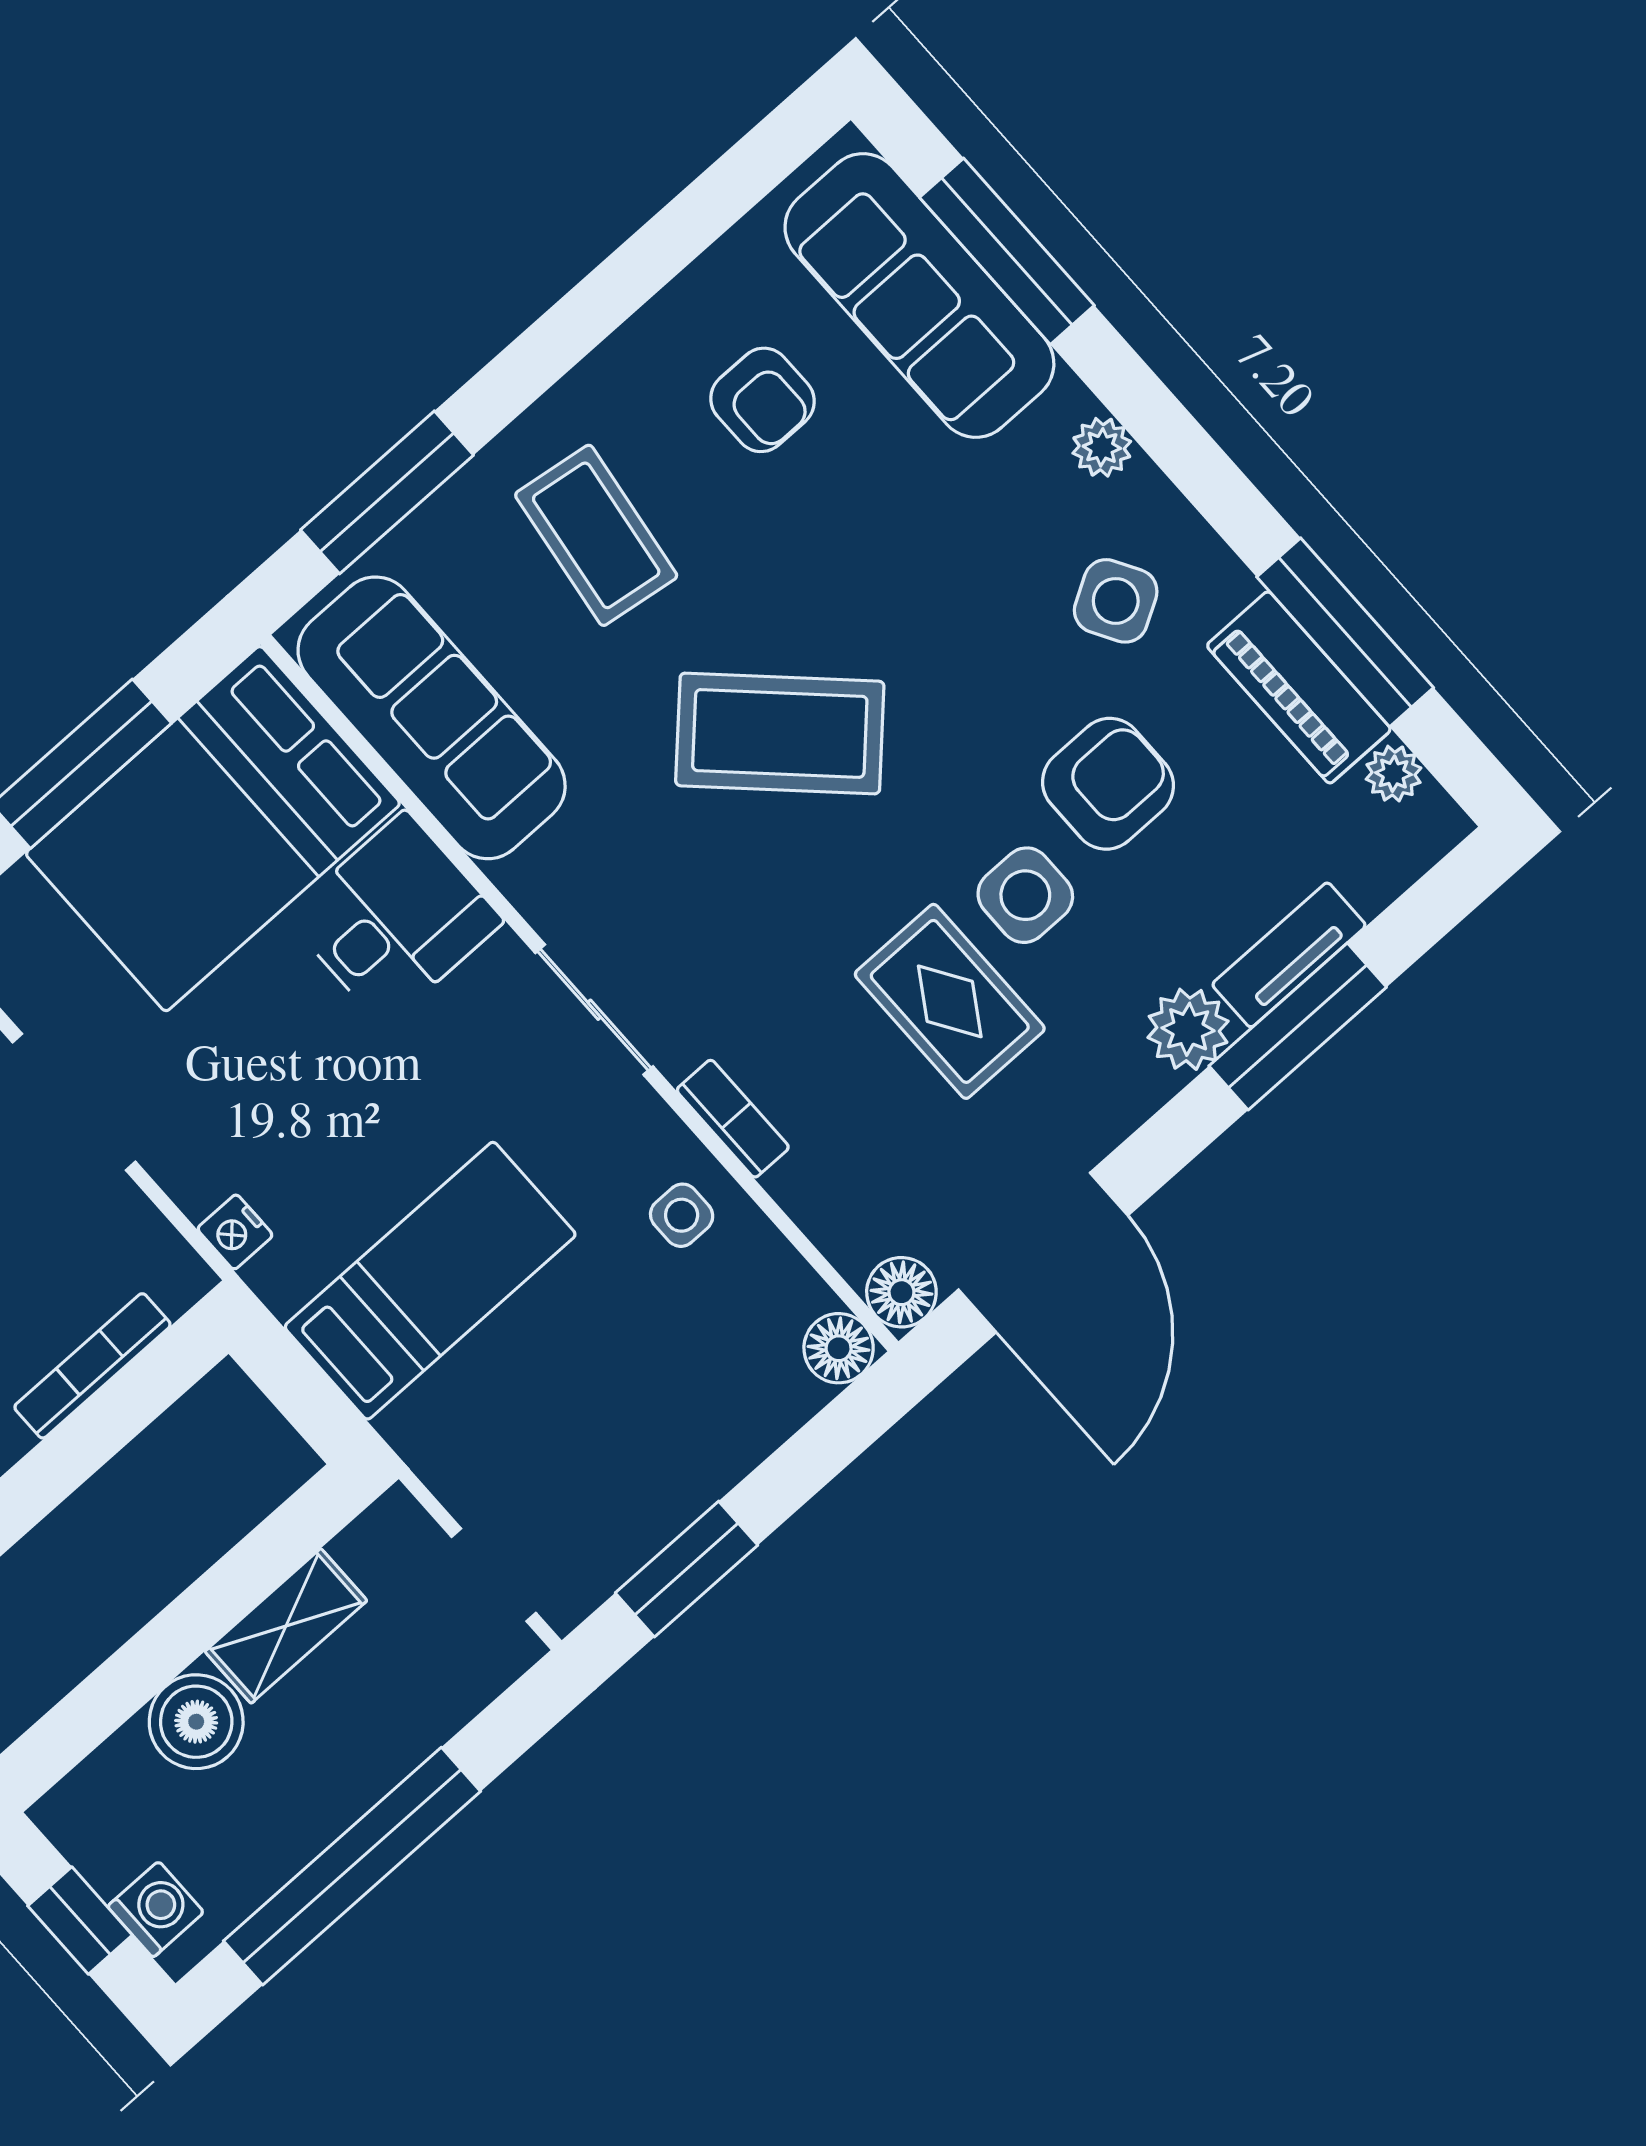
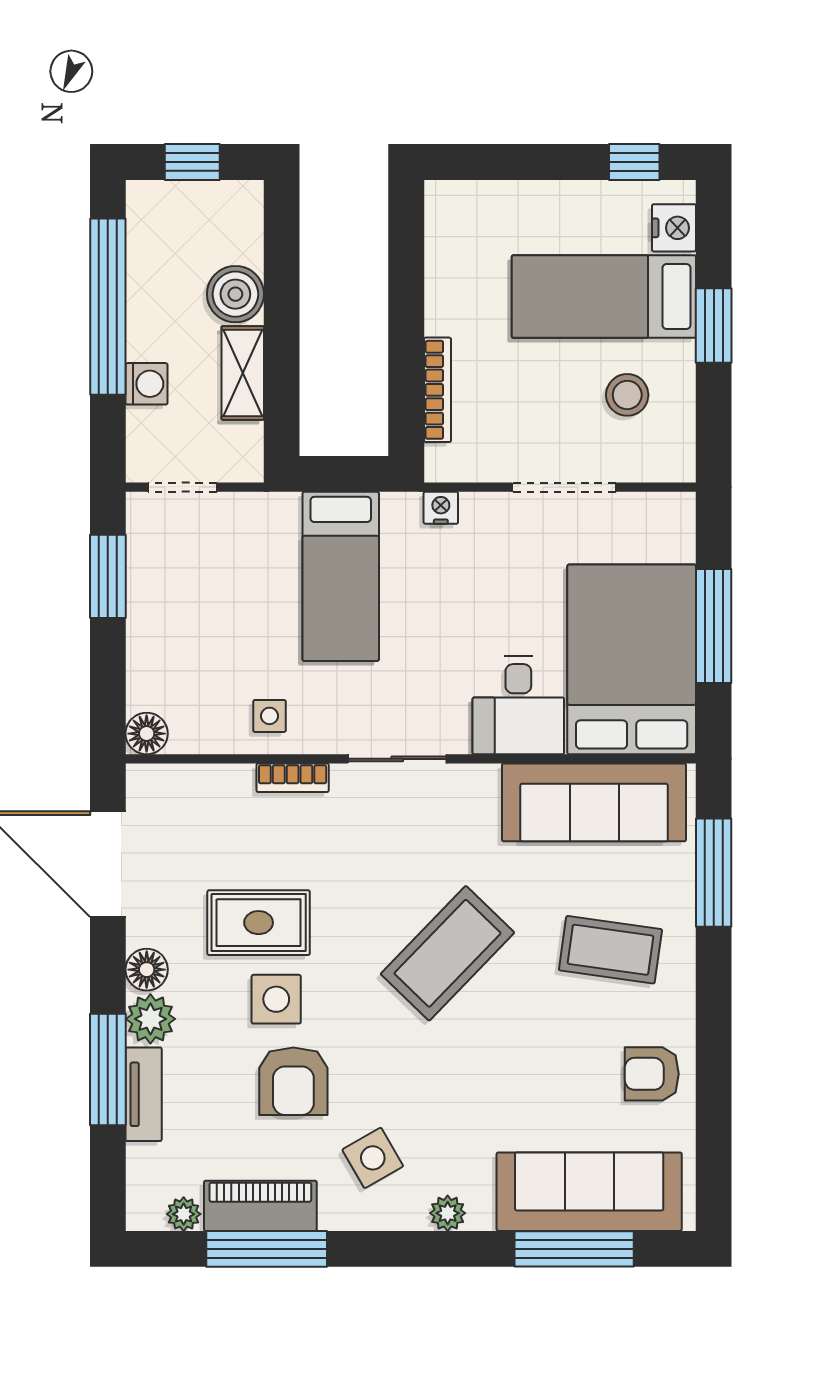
armchair: (763, 400) -> (652, 1074), moved
floor lamp: (901, 1292) -> (147, 970), moved
washing machine: (156, 1909) -> (147, 384), moved, turned -90

